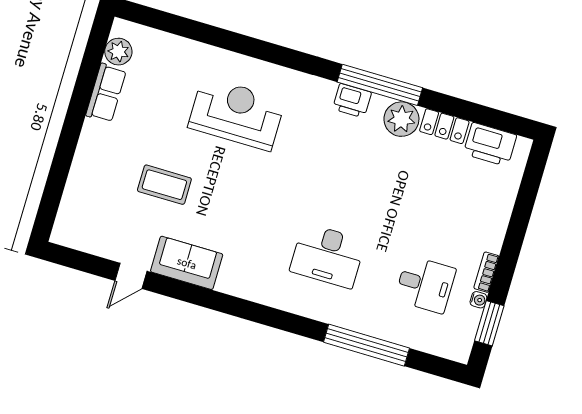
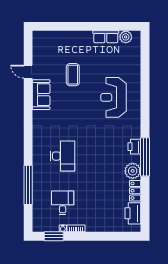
reception desk: (237, 114) -> (114, 97), turned 180
desk: (328, 256) -> (63, 156), turned 180
desk: (425, 284) -> (63, 203), turned 180

